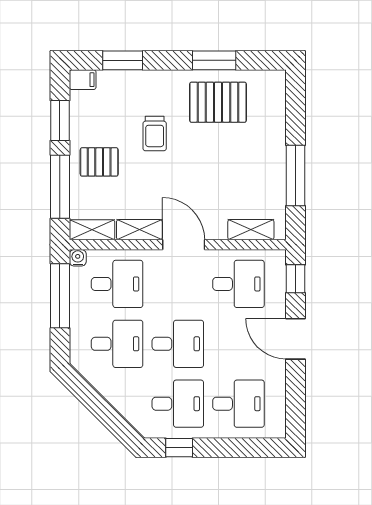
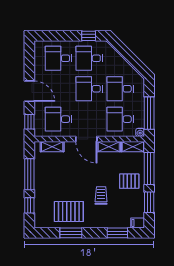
window: (296, 114) -> (29, 205), added

